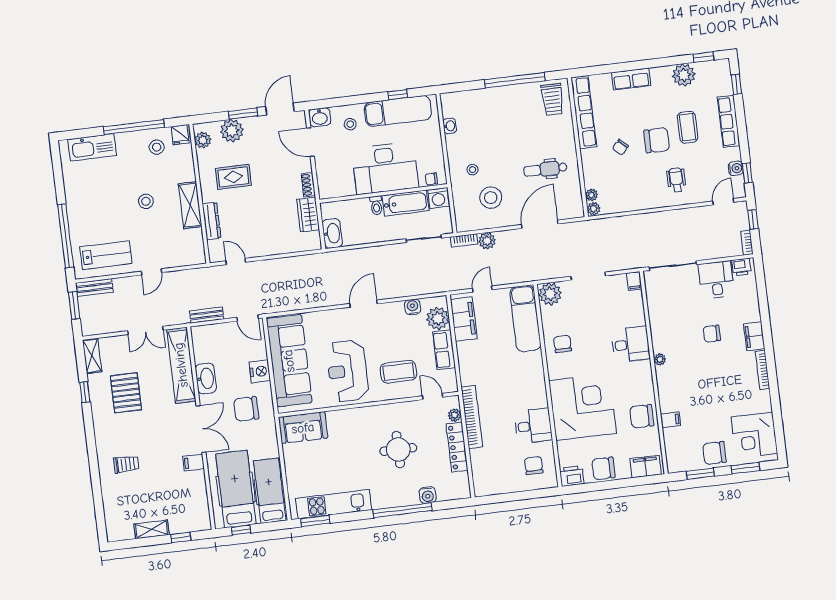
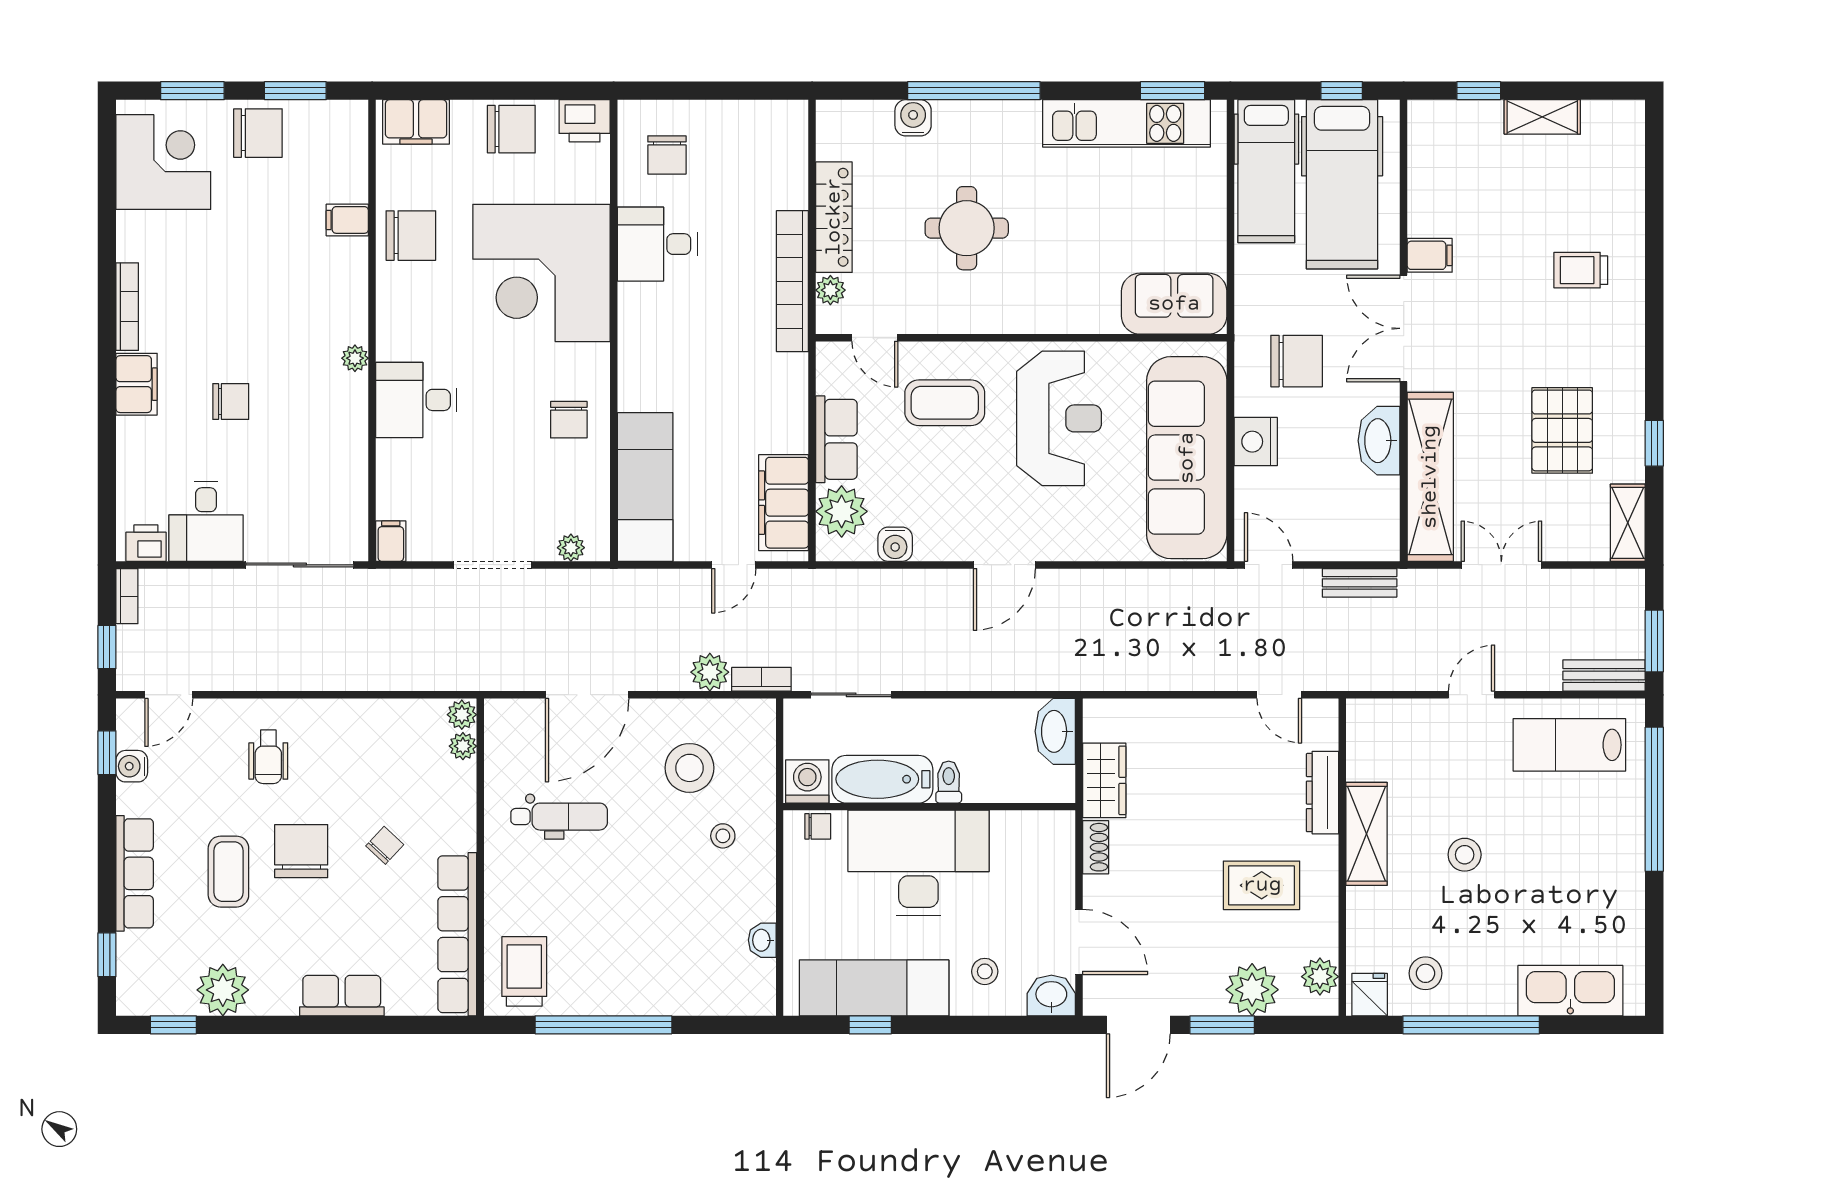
chair: (657, 140) -> (301, 851), turned 90
plant: (550, 294) -> (571, 548), width x0.53, depth x0.53

